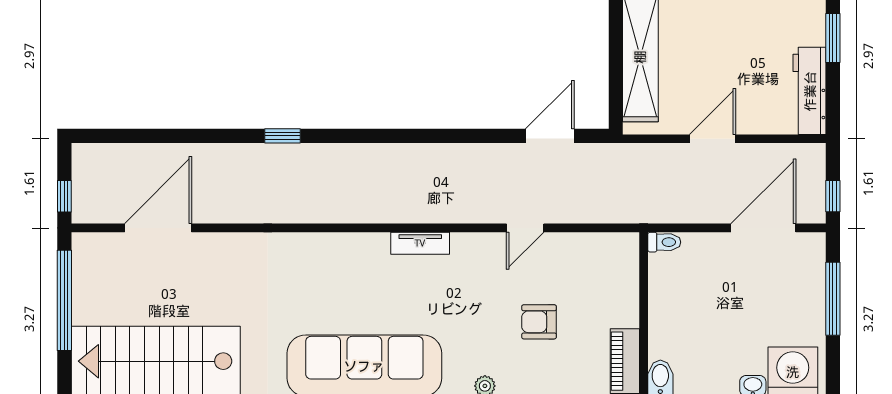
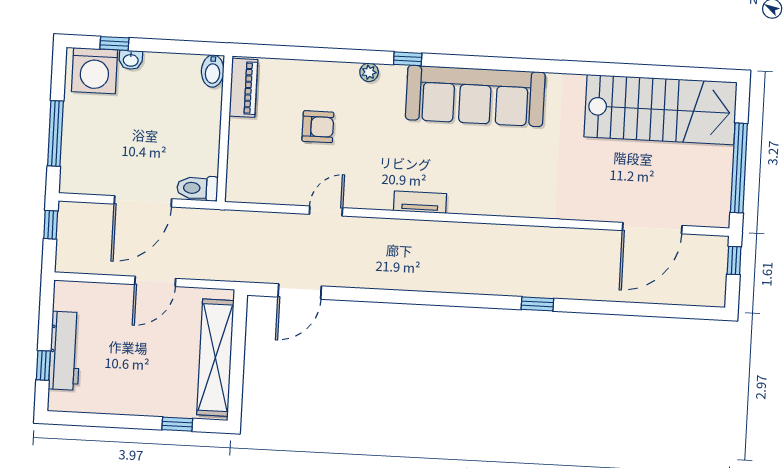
window: (833, 38) -> (43, 365), width x0.67
workbench: (810, 91) -> (65, 351), moved
door: (763, 228) -> (143, 201), moved
toilet: (664, 242) -> (197, 188), width x1.37, depth x1.39

